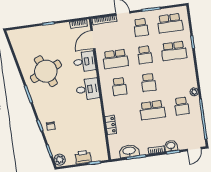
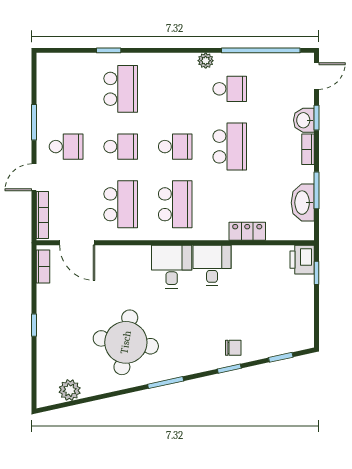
school desk: (170, 23) -> (66, 89), removed
desk: (84, 62) -> (212, 265), moved
round table: (46, 71) -> (126, 342), turned 33
school desk: (119, 87) -> (175, 204), width x1.85
door: (194, 149) -> (316, 76), hinge flipped
printer: (83, 157) -> (302, 260), moved
plant: (60, 160) -> (70, 390), moved

